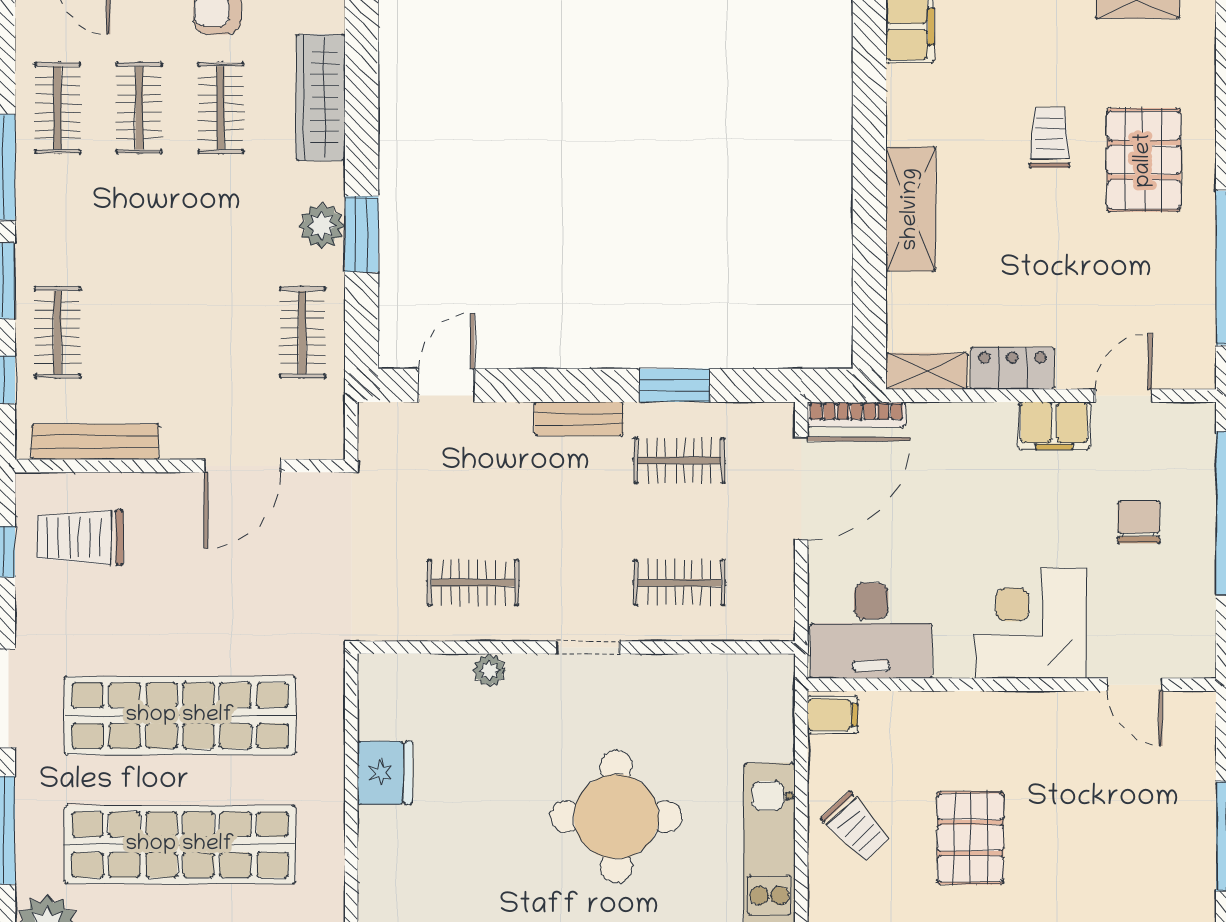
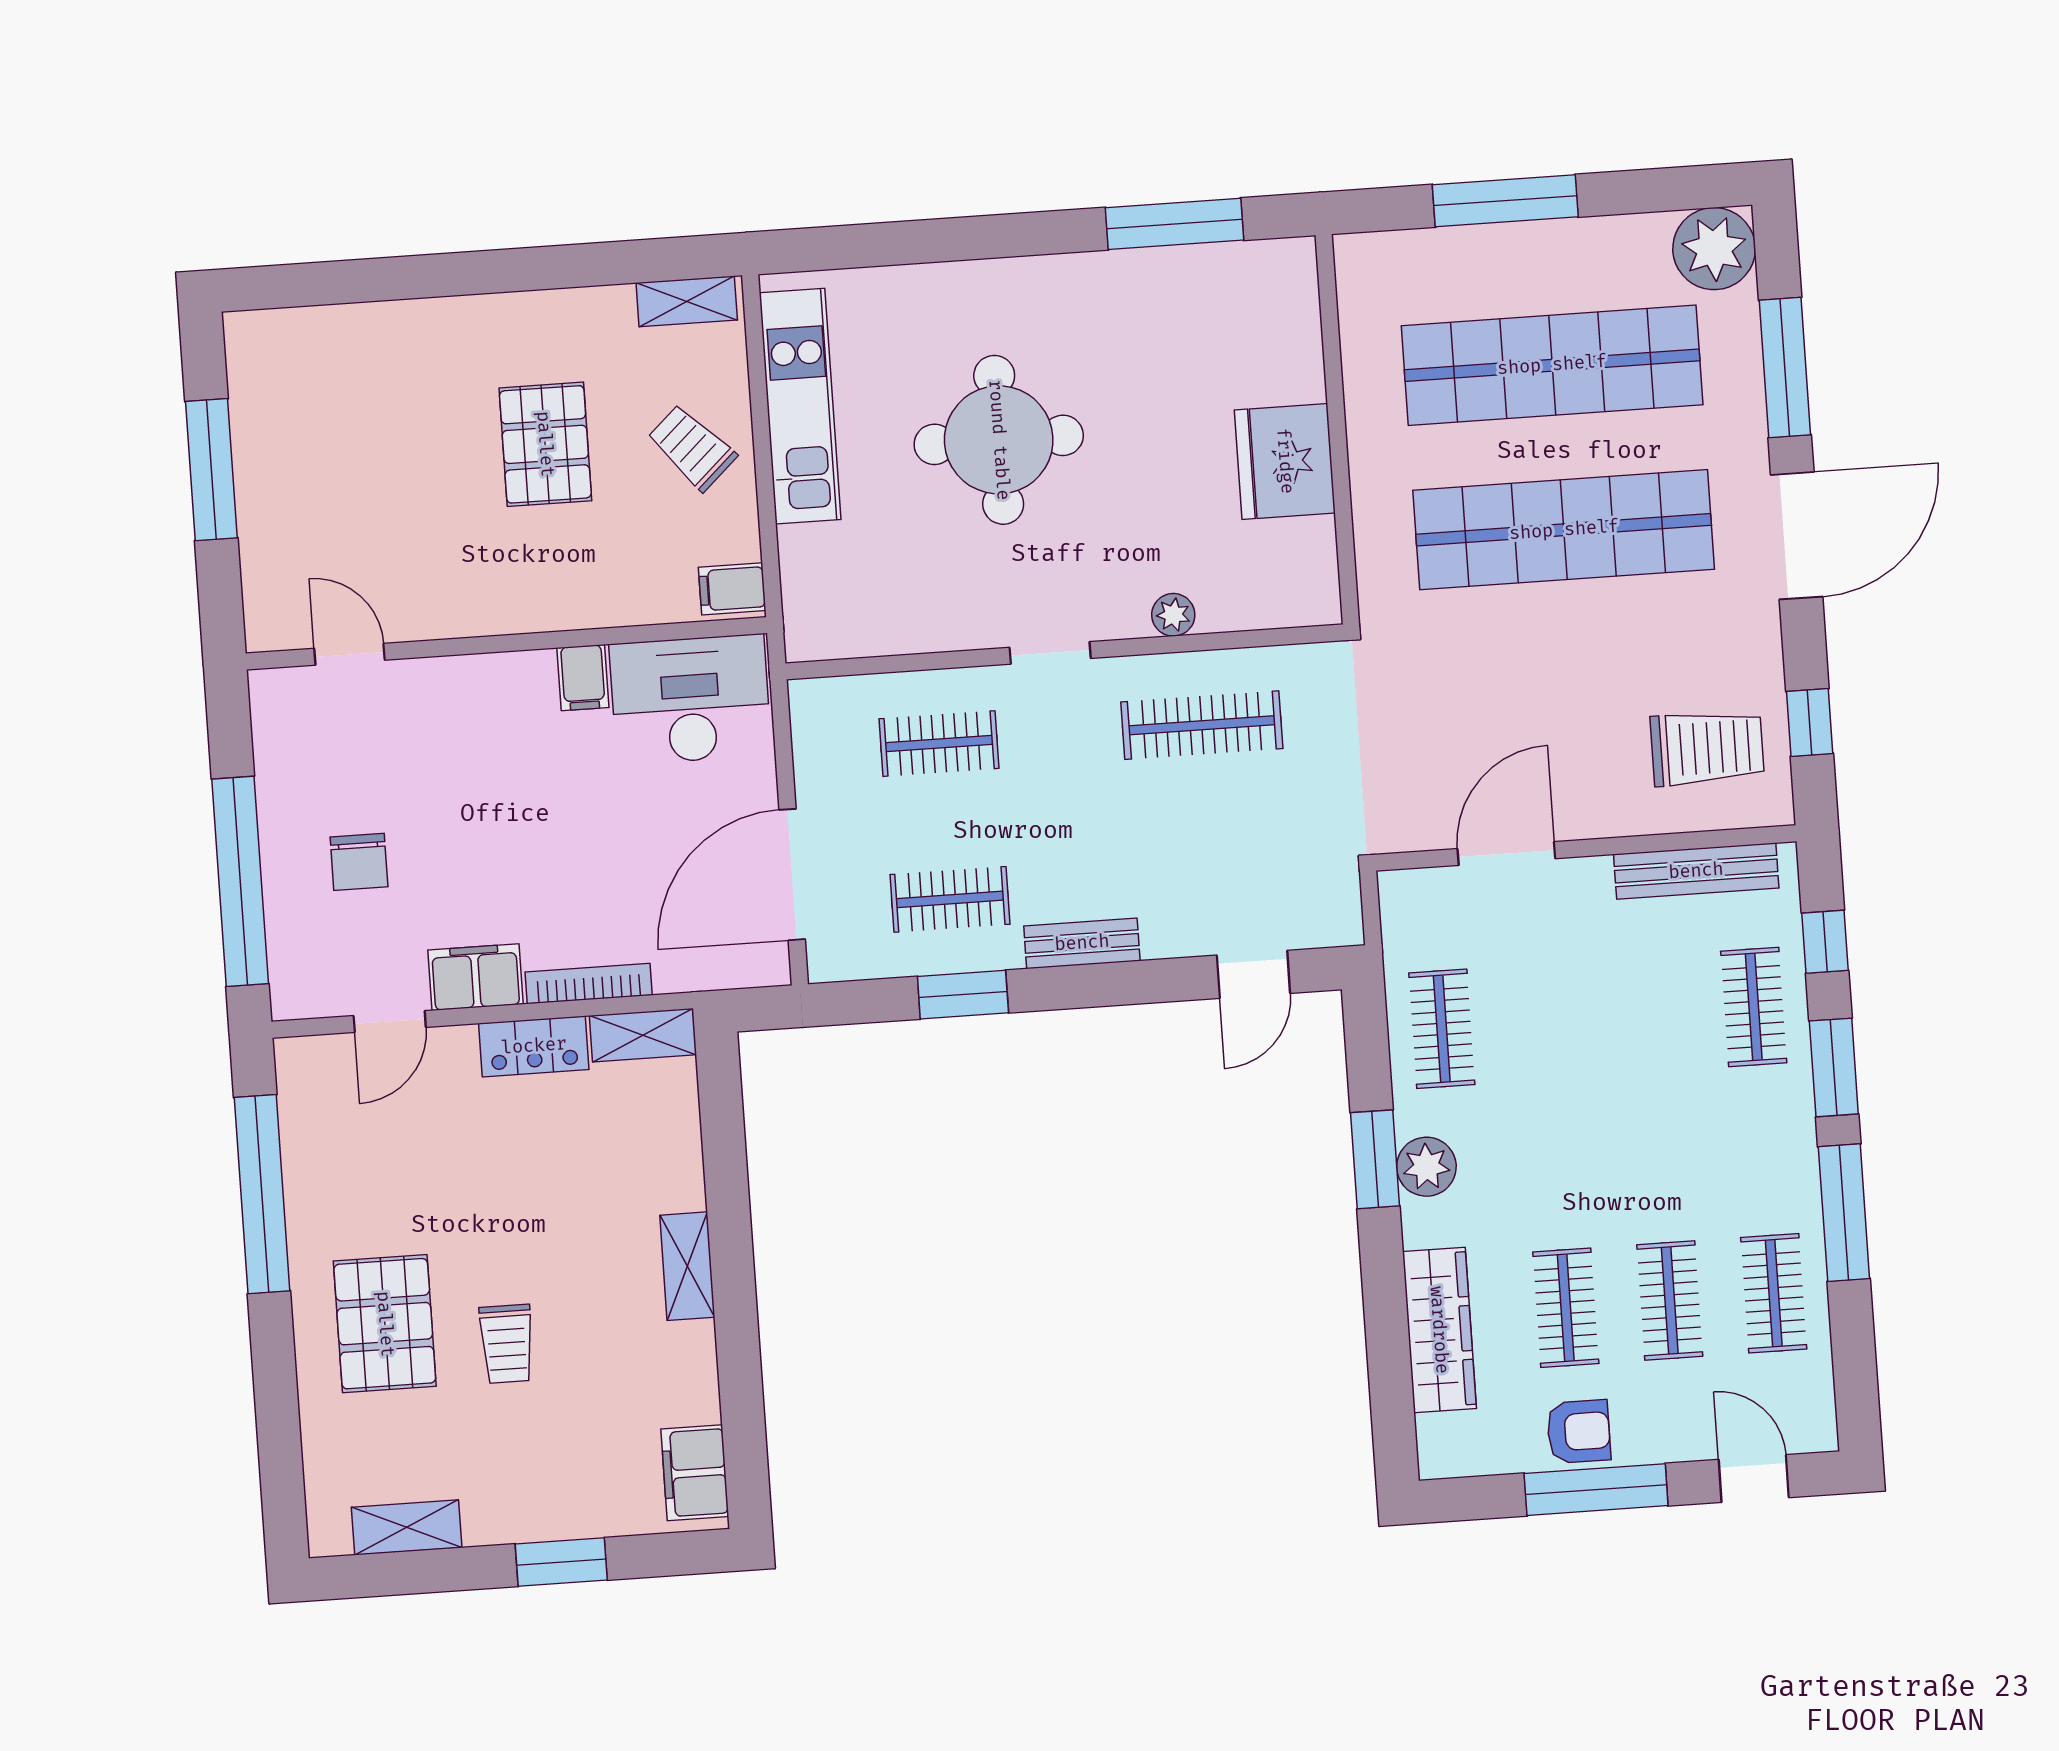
shelving: (911, 209) -> (687, 1266), width x0.67, depth x0.75
bookcase: (856, 414) -> (589, 984), moved
clothes rail: (473, 583) -> (1202, 725), width x1.36
corner desk: (1031, 623) -> (487, 723), removed
filing cabinet: (954, 654) -> (583, 678), added
fridge: (385, 773) -> (1285, 461), width x1.36, depth x1.34

